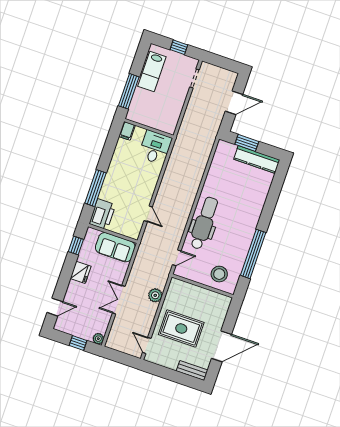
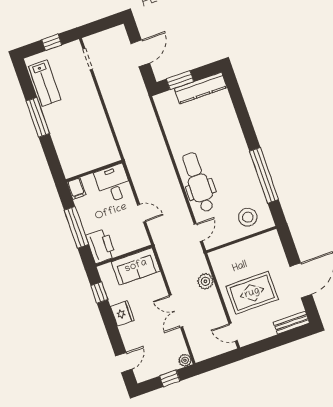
wall: (149, 128) -> (94, 171), moved
filing cabinet: (127, 131) -> (76, 189), moved
desk: (155, 147) -> (113, 184), moved

